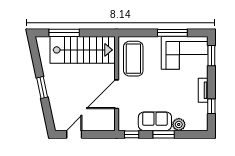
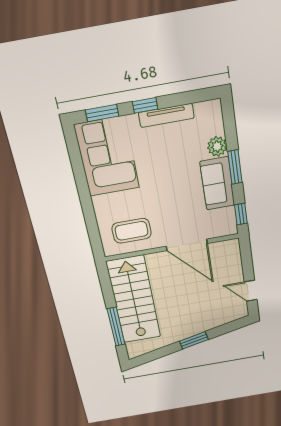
window: (172, 33) -> (81, 181), removed
coffee table: (133, 59) -> (132, 231), width x0.73, depth x0.76
tv unit: (203, 90) -> (166, 115), width x1.41
window: (211, 106) -> (145, 105), moved

